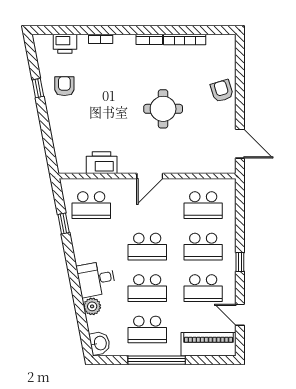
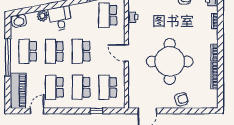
round table: (163, 109) -> (170, 61), width x1.86, depth x1.86
printer: (102, 163) -> (133, 17), width x0.53, depth x0.68
window: (240, 262) -> (96, 111), moved

